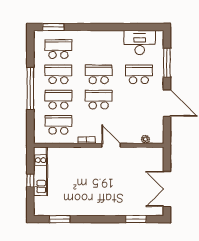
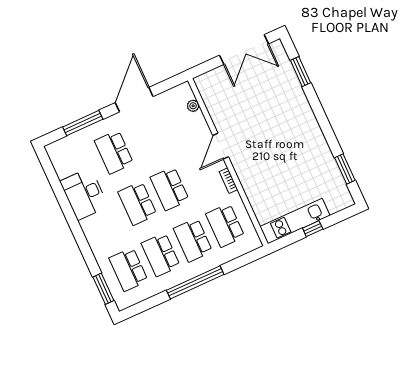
desk: (140, 43) -> (84, 194), moved

